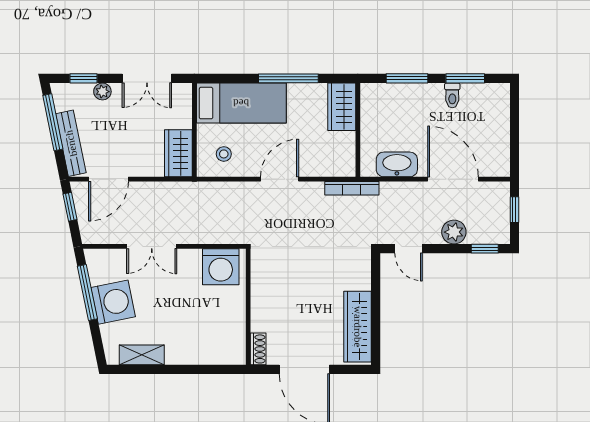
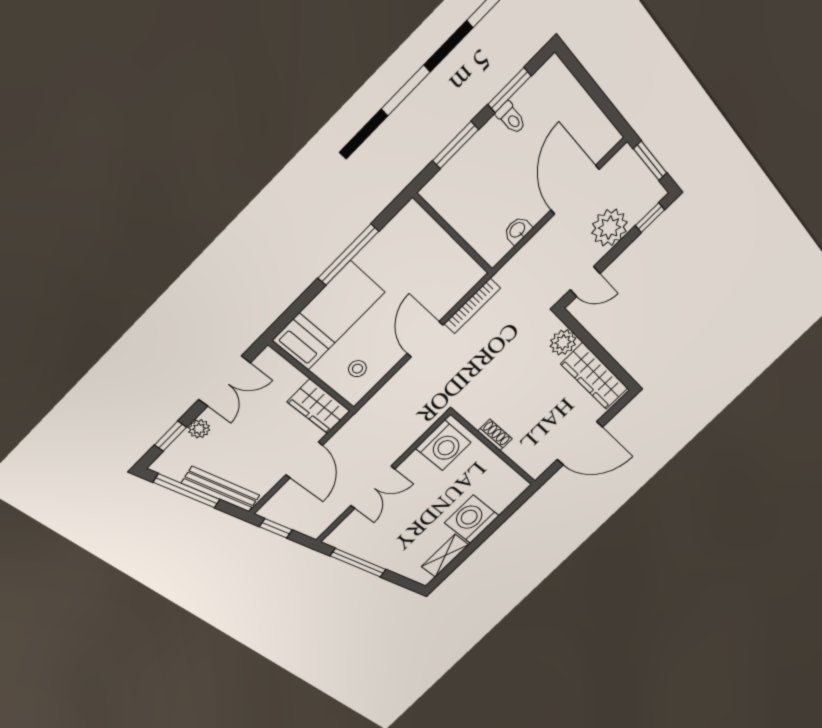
wardrobe: (342, 107) -> (420, 230), removed
washbasin: (397, 164) -> (518, 230), width x0.52, depth x0.69
door: (108, 179) -> (304, 460), moved
door: (453, 179) -> (575, 190), hinge flipped
bookcase: (352, 188) -> (472, 306), moved
window: (514, 210) -> (650, 161), width x1.50
plant: (454, 232) -> (610, 228), width x1.36, depth x1.36
plant: (359, 277) -> (563, 342), added
washing machine: (113, 302) -> (472, 519), moved, turned -79
shoe rack: (258, 349) -> (495, 435), moved

